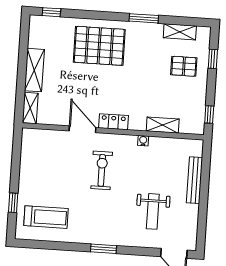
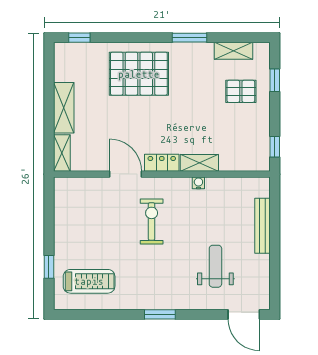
shelving: (163, 125) -> (199, 163), moved
weight bench: (153, 211) -> (215, 266), turned 180

